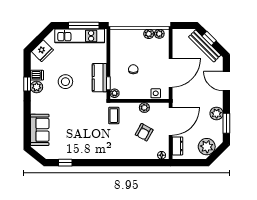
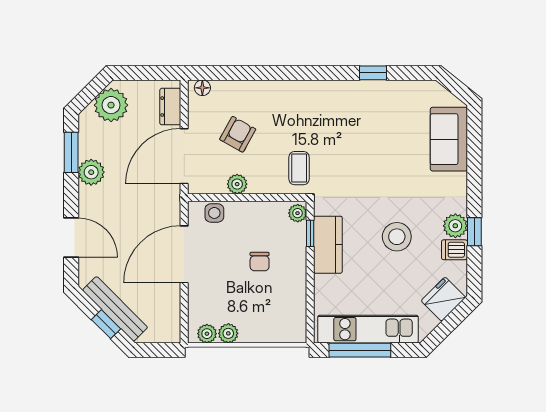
window: (65, 163) -> (373, 73), moved

